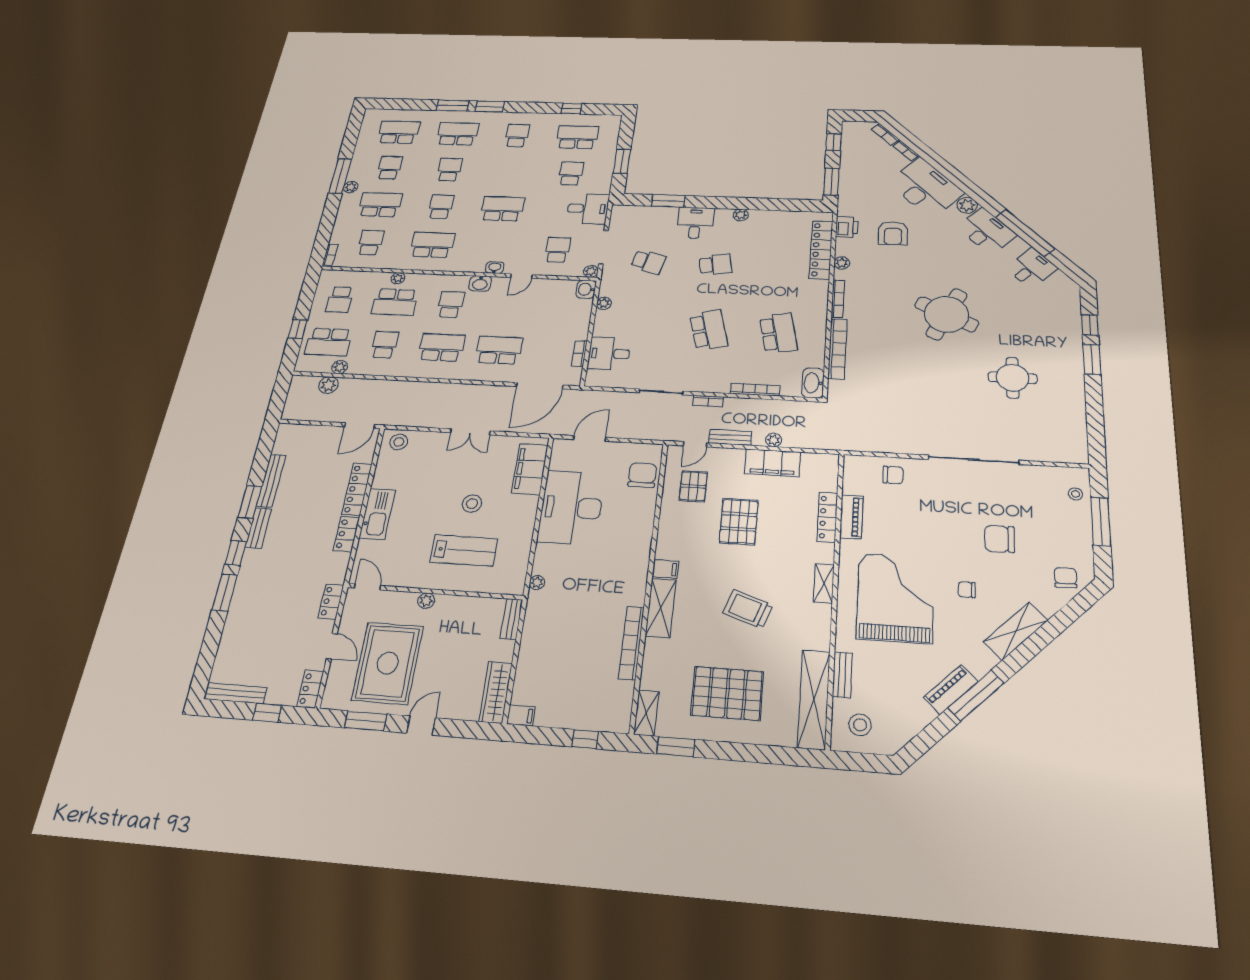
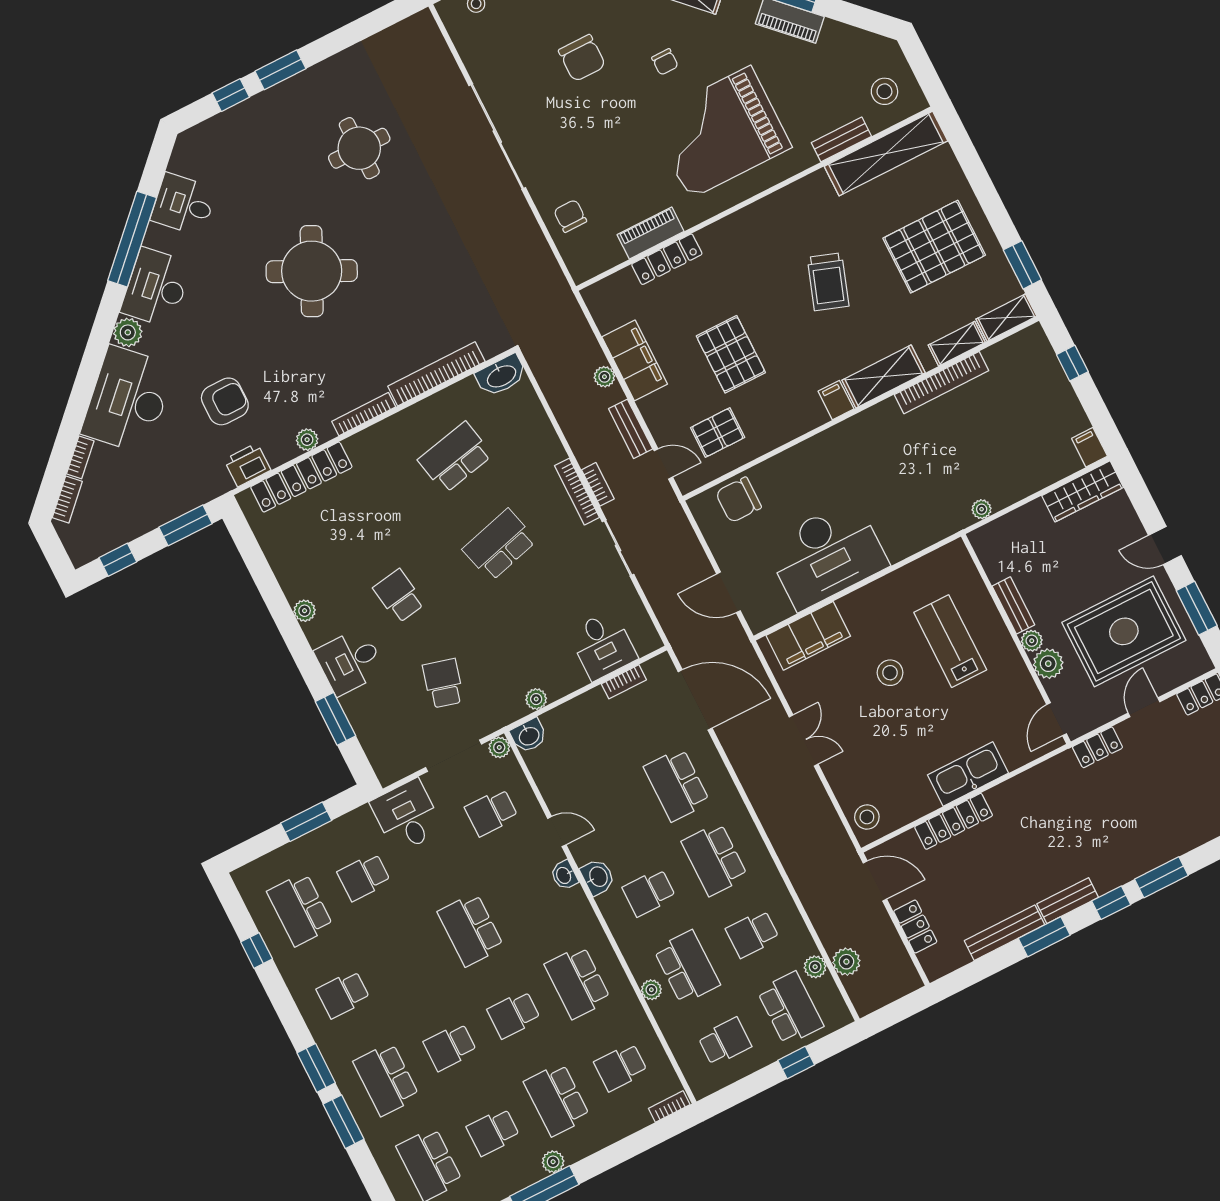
bookcase: (755, 390) -> (577, 492), moved
pallet: (739, 522) -> (731, 354), turned 90
locker: (346, 534) -> (915, 927), moved, turned -90
plant: (537, 583) -> (982, 509), moved
shelving: (824, 583) -> (957, 344), moved
plant: (405, 602) -> (1048, 664), added
bench: (511, 619) -> (1013, 605), moved, turned 90
pallet: (727, 693) -> (934, 247), turned 90

